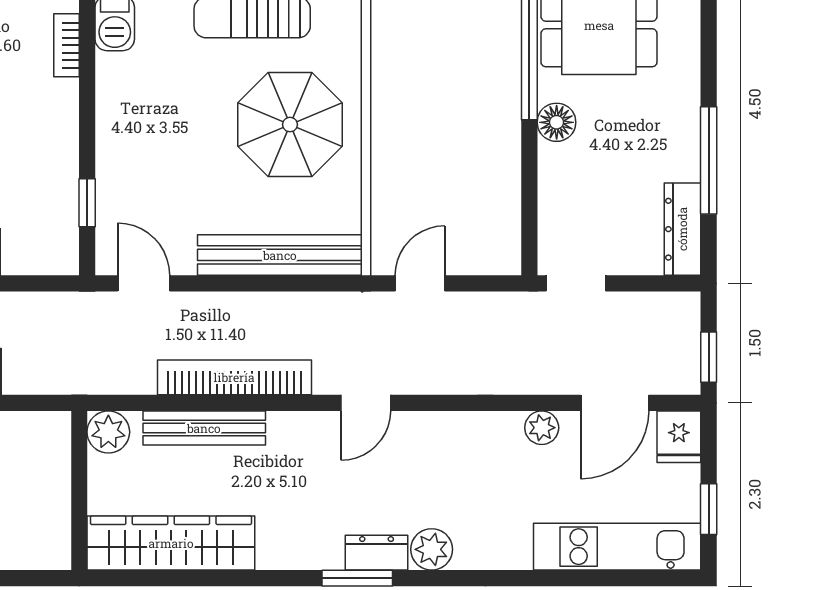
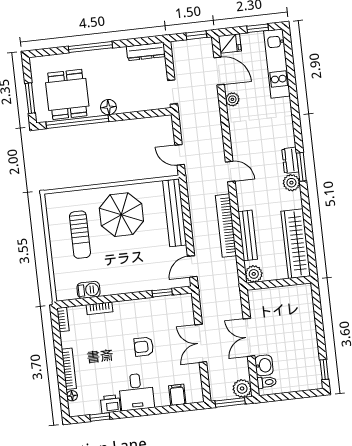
window: (709, 160) -> (90, 47), moved
plant: (432, 549) -> (291, 183), moved

